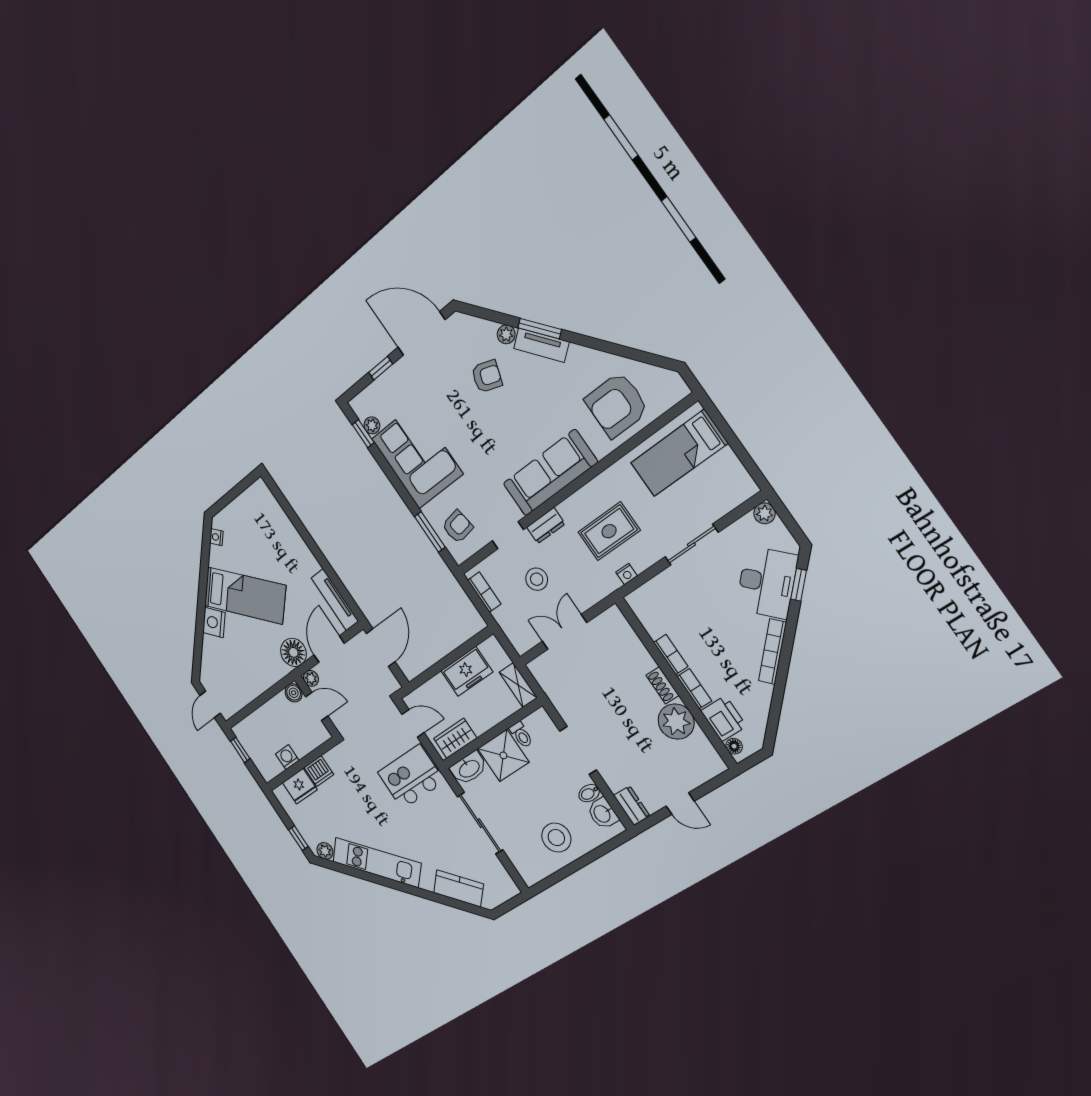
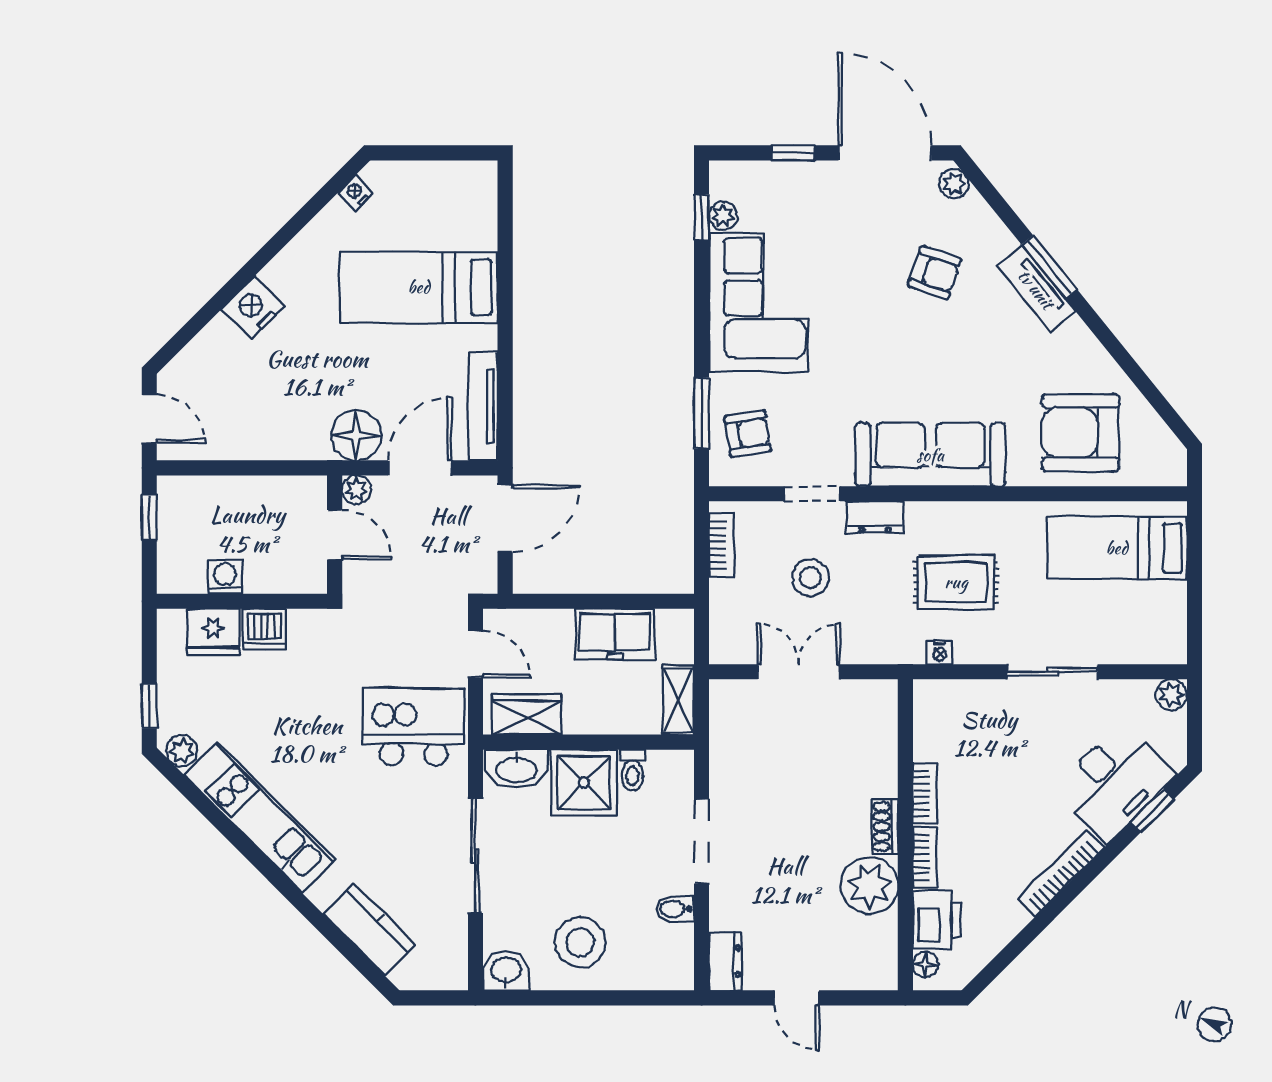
plant: (506, 334) -> (954, 184), moved
bed: (245, 596) -> (419, 287), moved, turned 135
boiler: (294, 693) -> (311, 492), removed
door: (210, 704) -> (149, 419), swing flipped
washbasin: (603, 814) -> (506, 971), moved, turned 90

